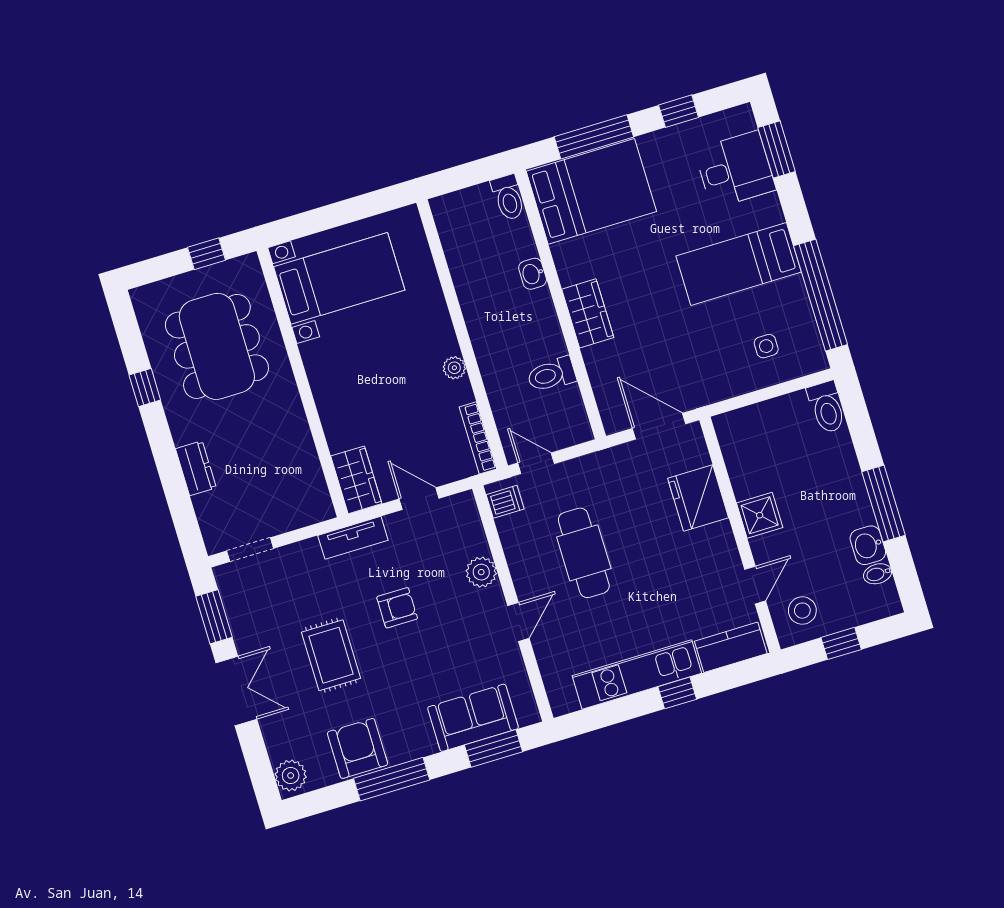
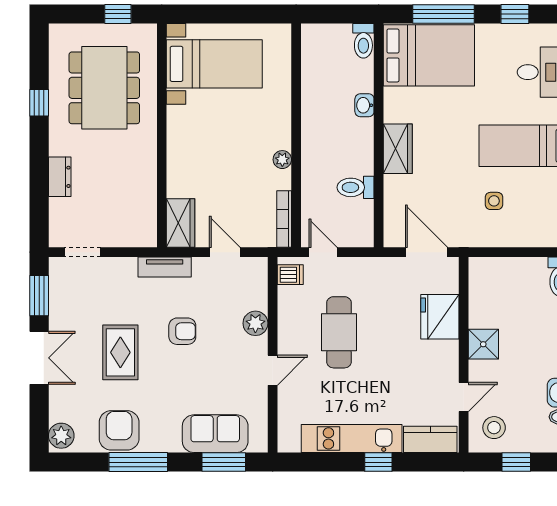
side table: (766, 346) -> (494, 201), moved

